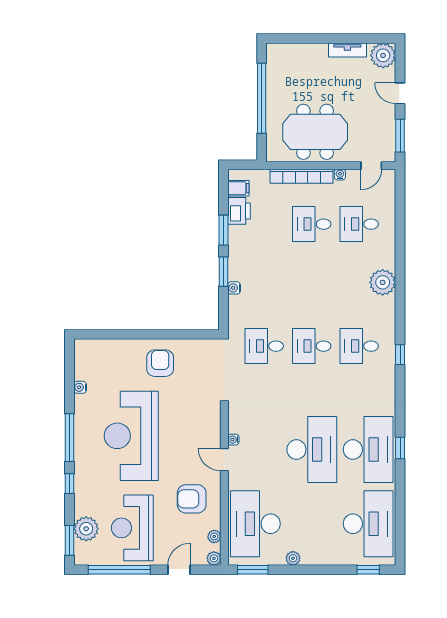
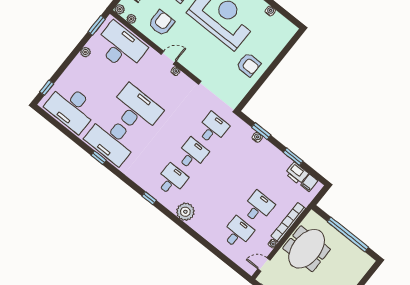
door: (371, 166) -> (264, 265), hinge flipped
window: (224, 272) -> (261, 131), moved
plant: (383, 282) -> (185, 212), moved
desk: (312, 450) -> (136, 109), turned 180

